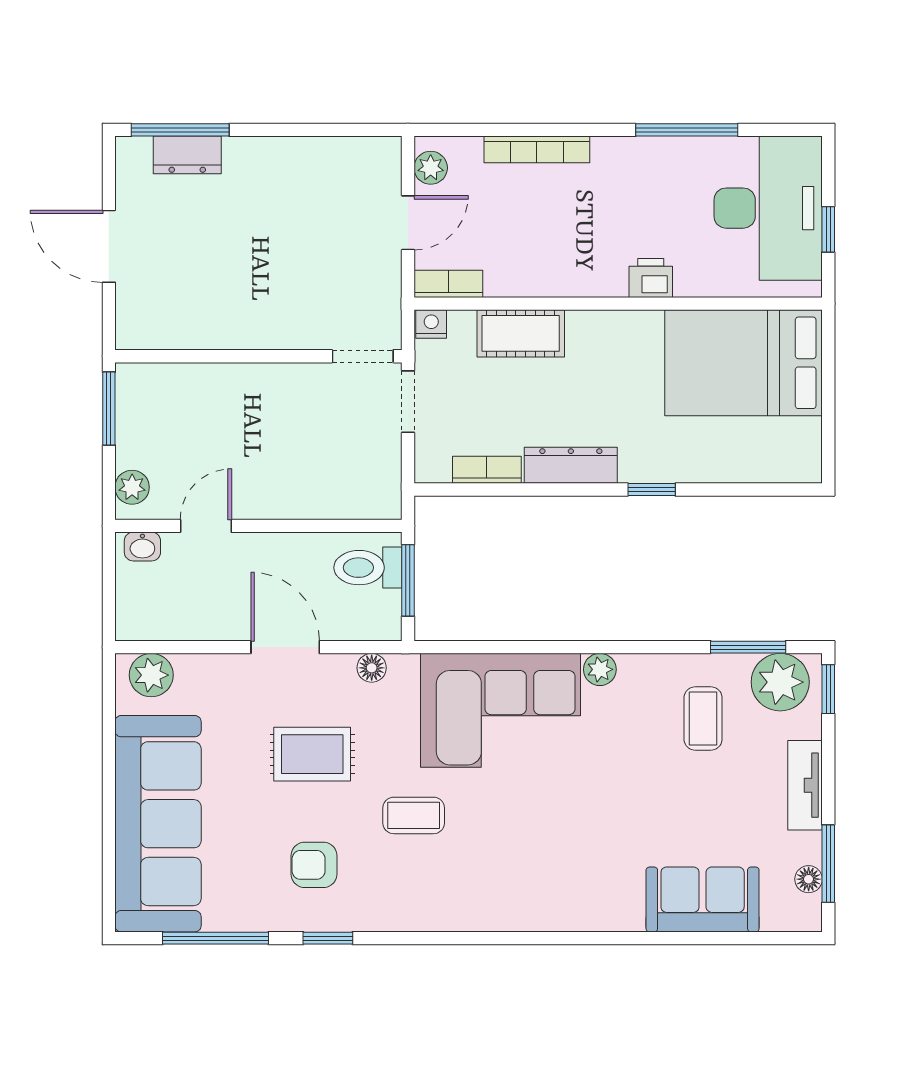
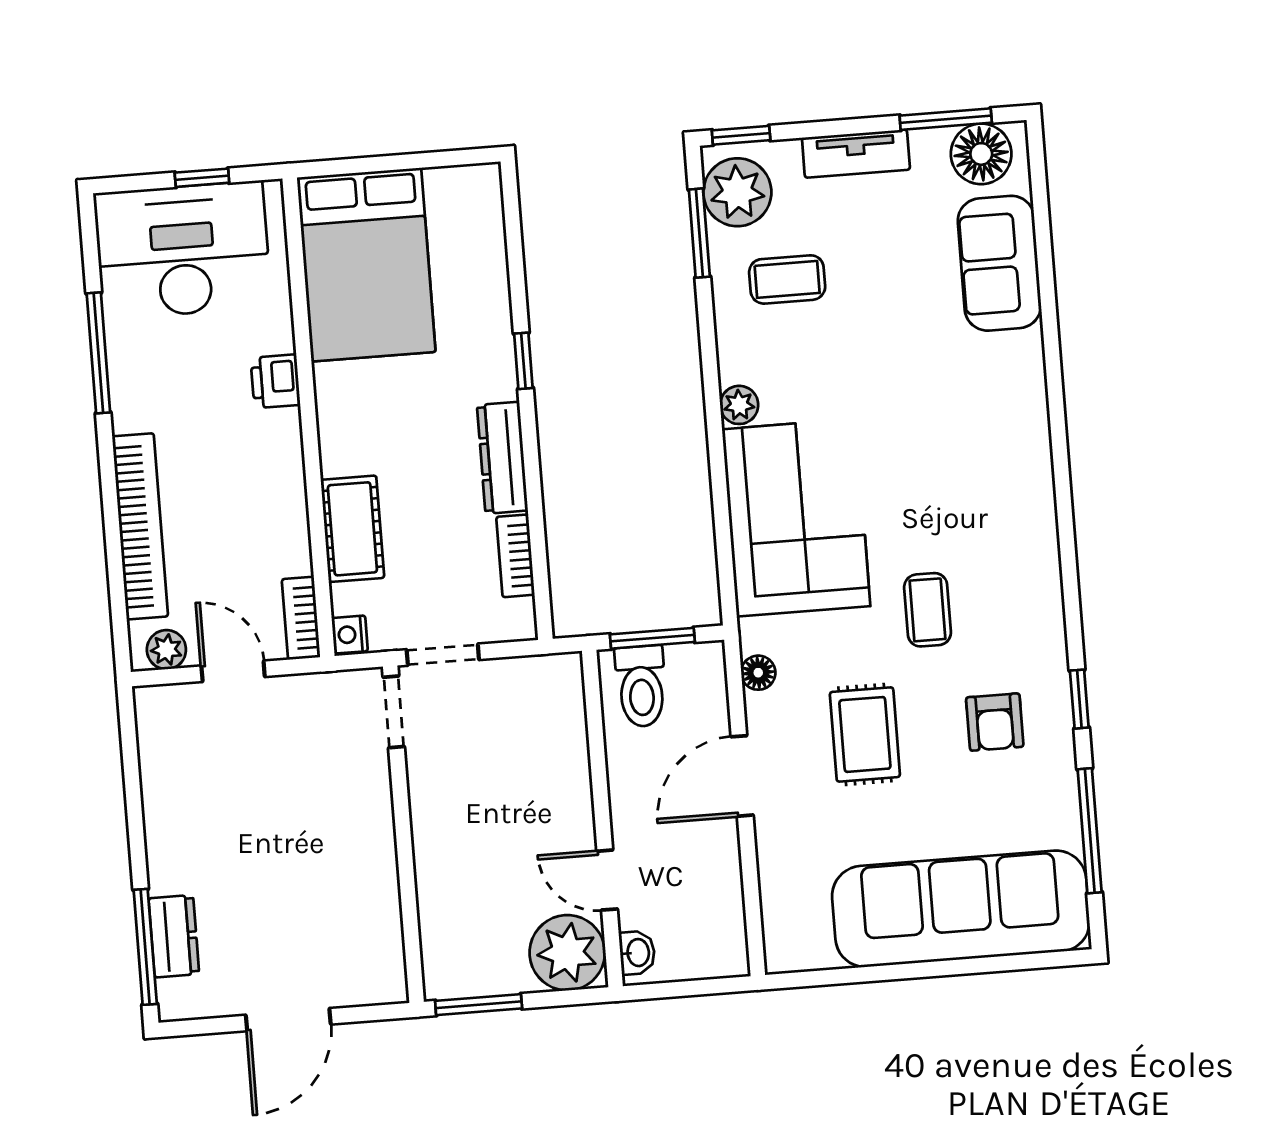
bookcase: (537, 149) -> (140, 526), width x1.48, depth x1.31
plant: (132, 487) -> (567, 953), width x1.87, depth x1.87
plant: (151, 675) -> (787, 930), removed
floor lamp: (809, 879) -> (981, 154), width x1.89, depth x1.89

